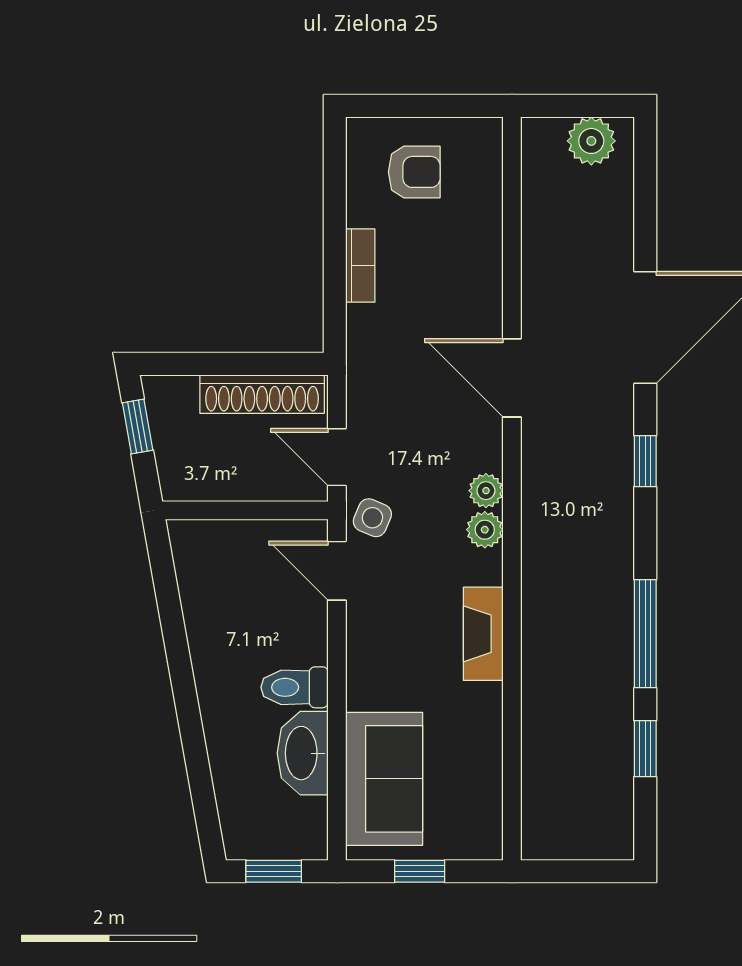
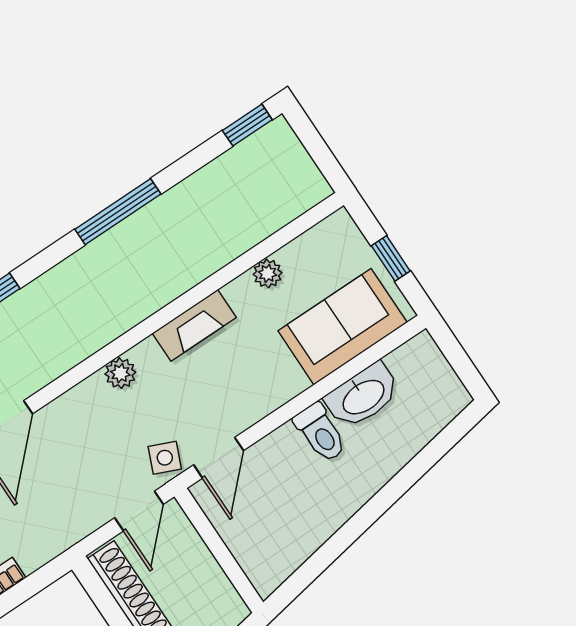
plant: (486, 491) -> (268, 273), moved
window: (645, 749) -> (247, 125), moved
window: (274, 871) -> (459, 361), removed

